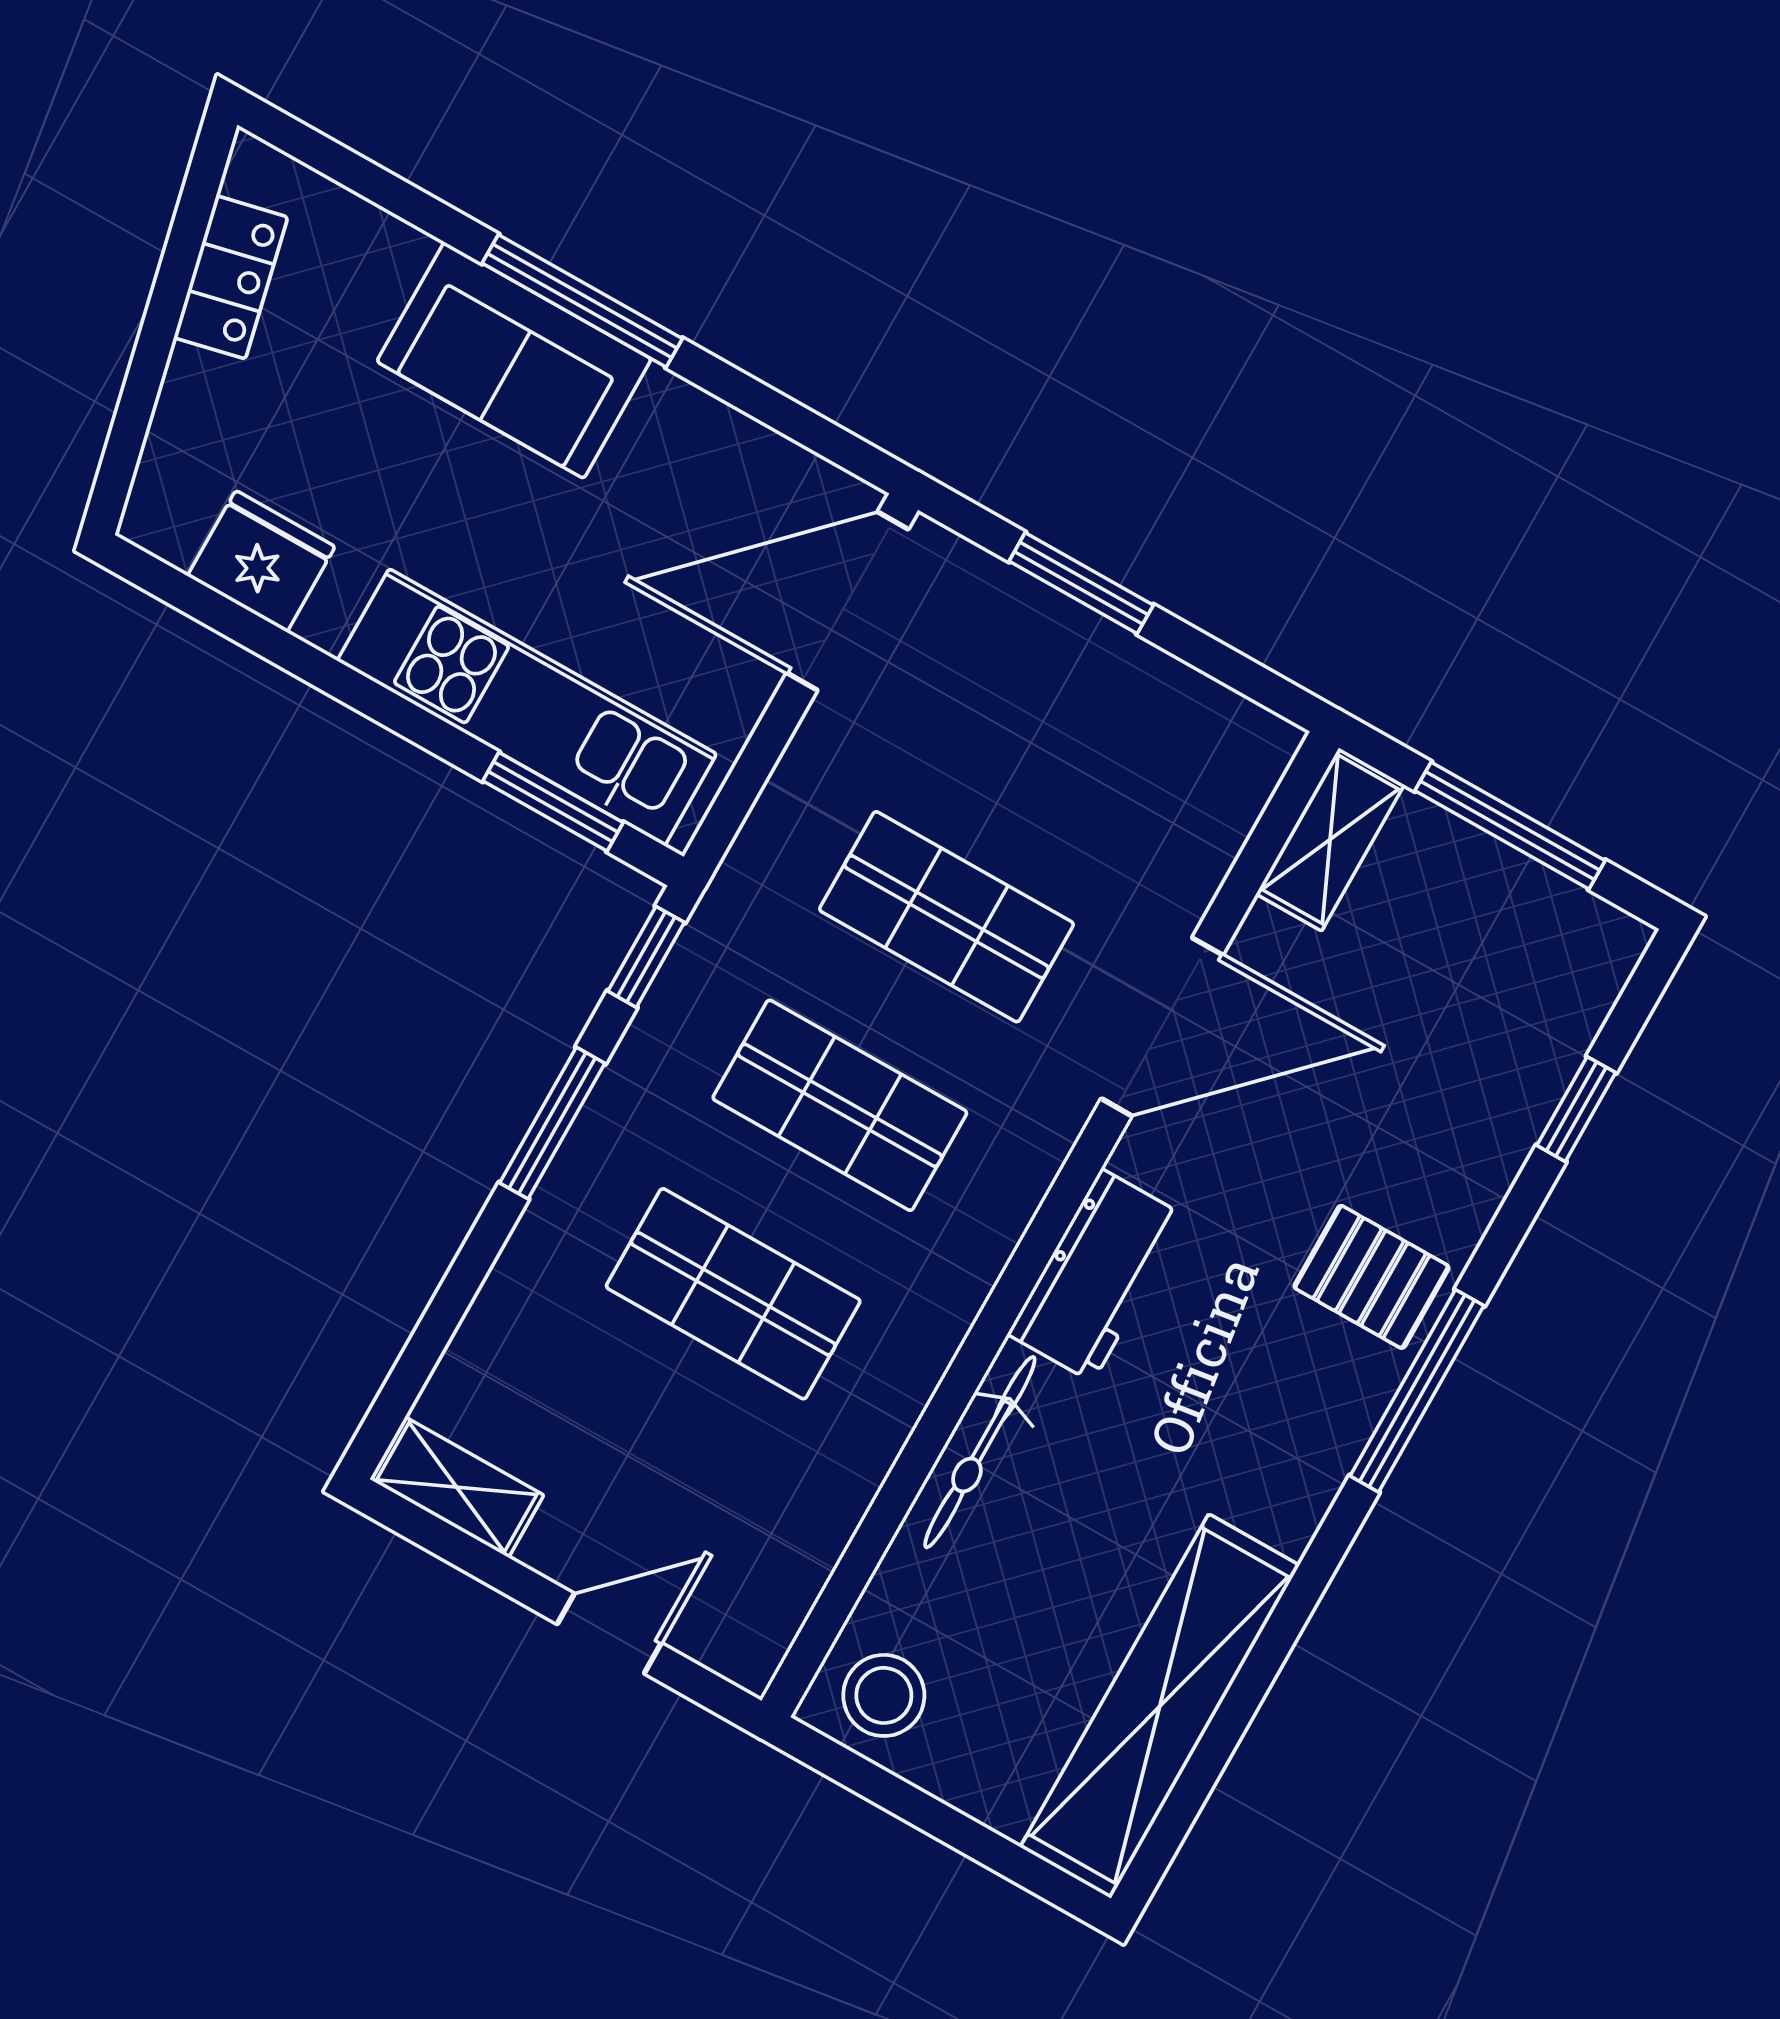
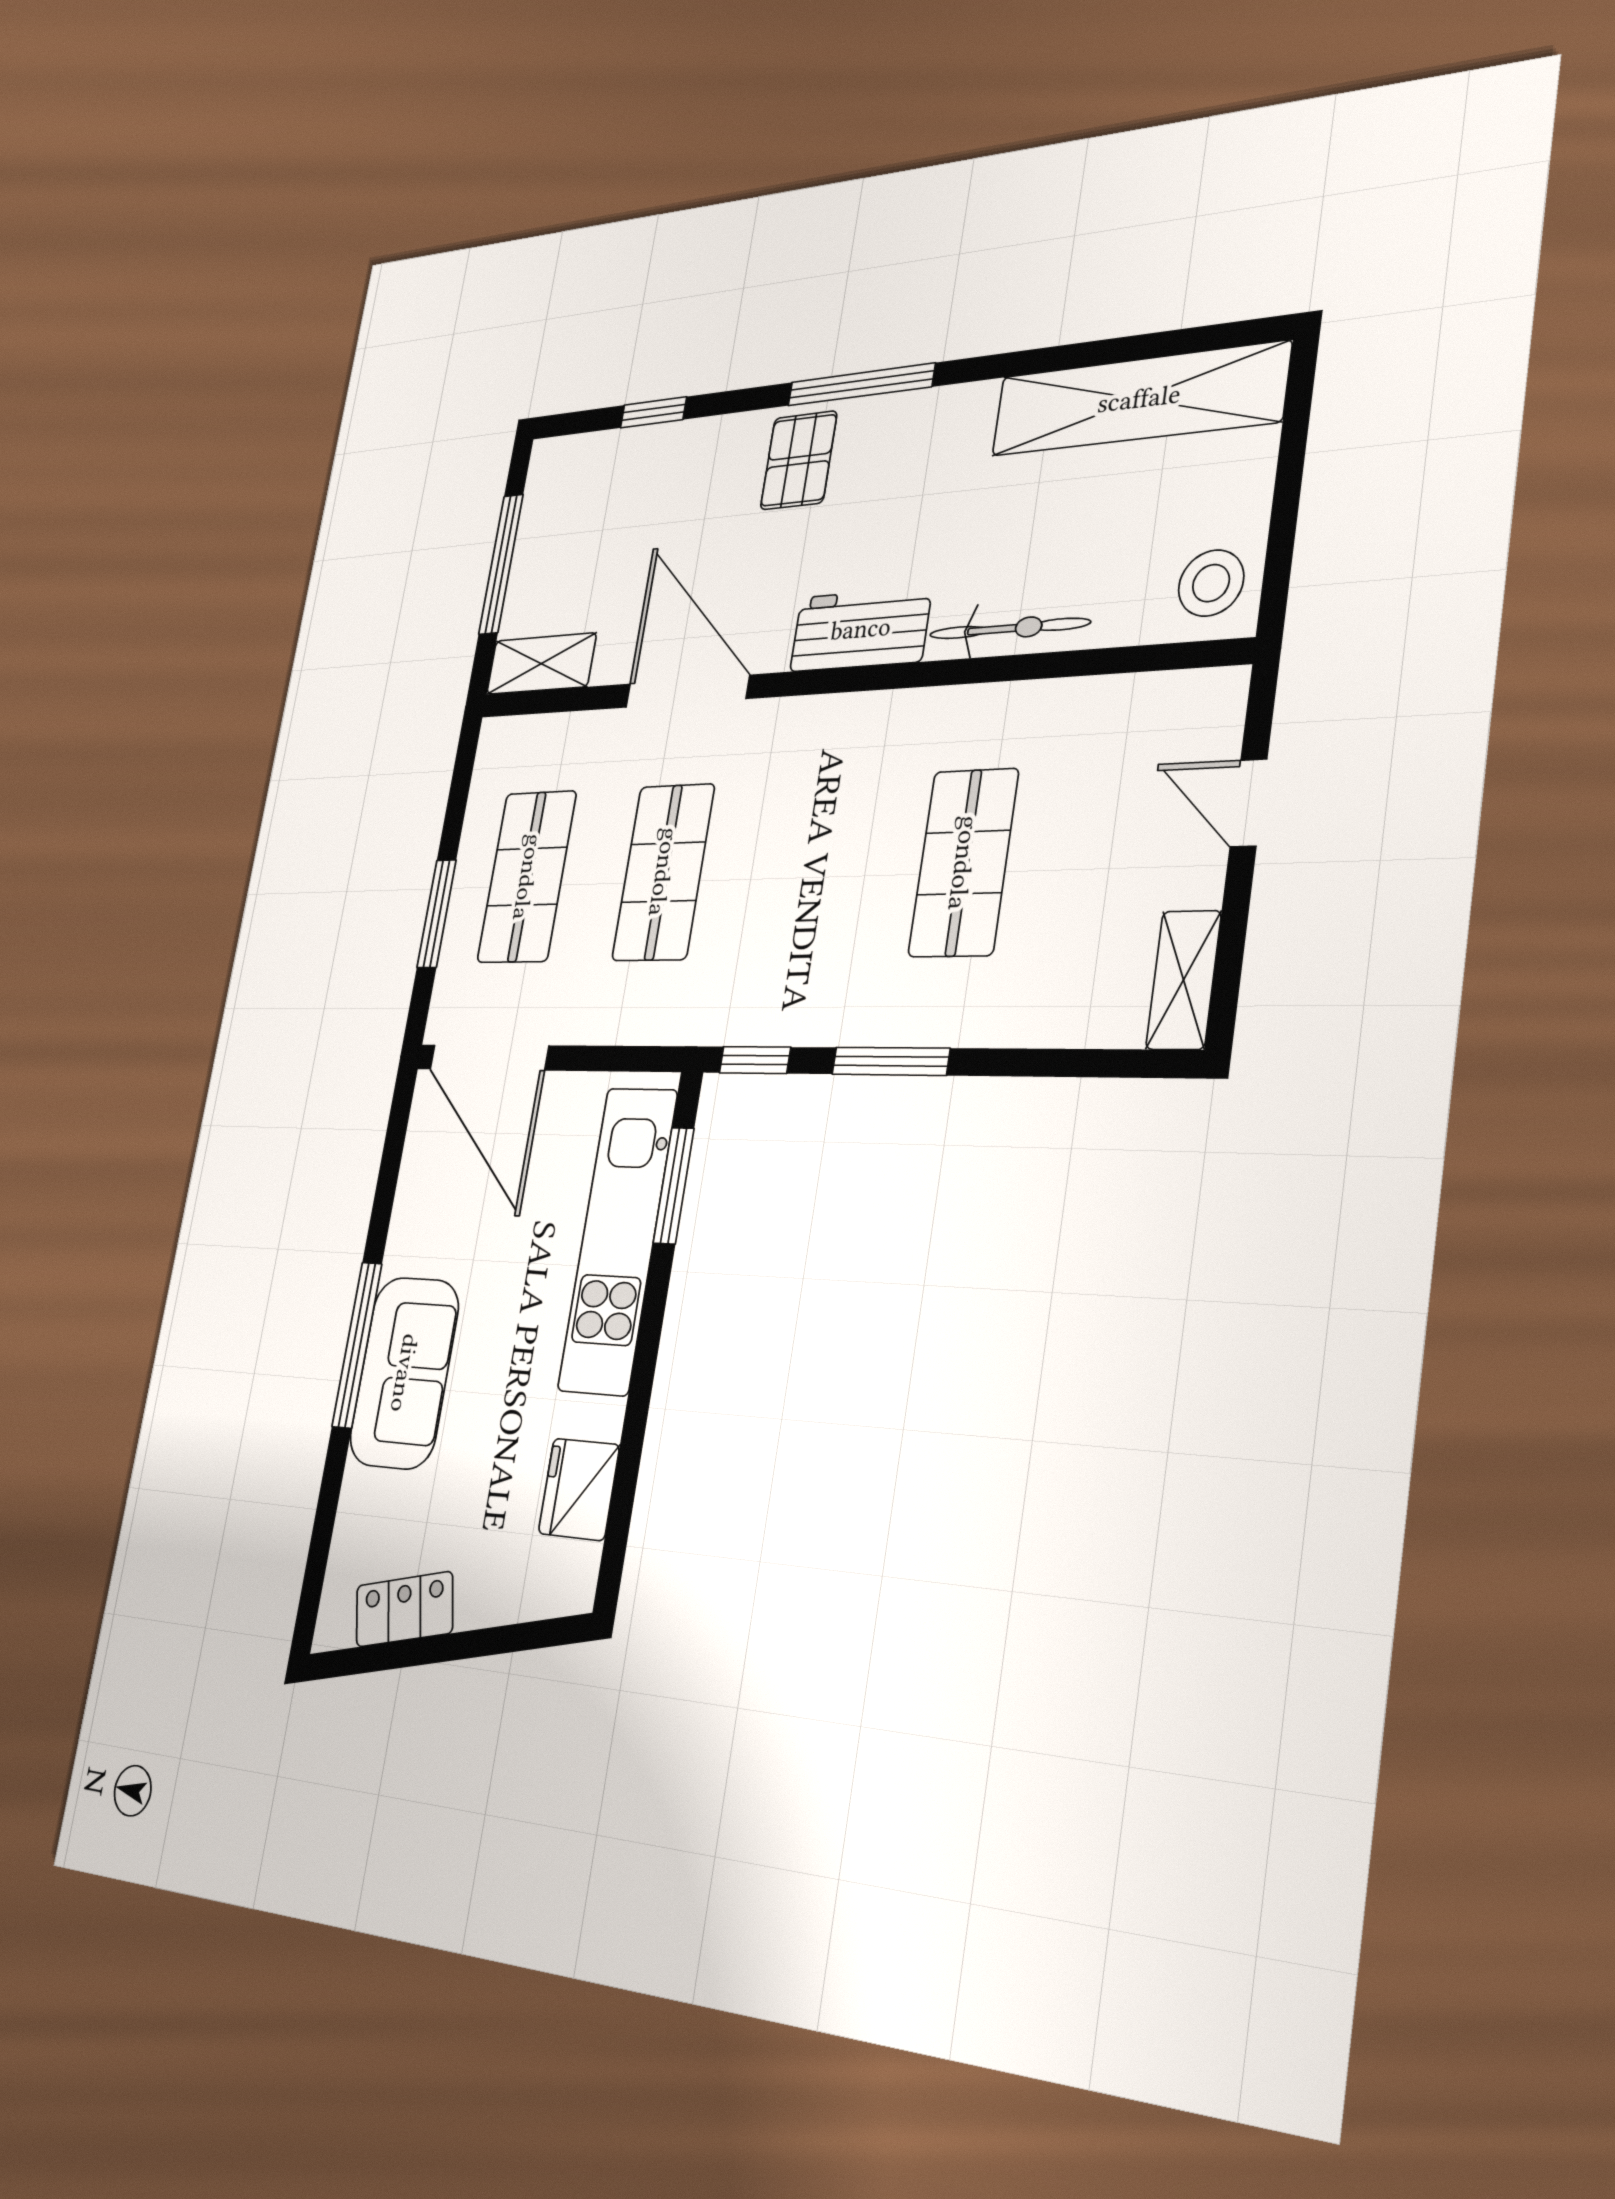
shop shelf: (840, 1105) -> (527, 877), moved

